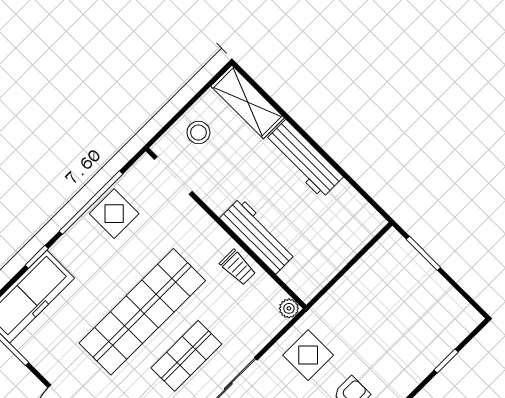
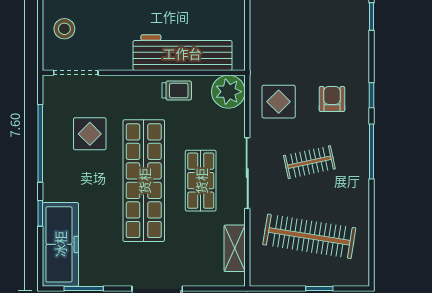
display table: (114, 214) -> (90, 134), moved
workbench: (258, 236) -> (182, 53), width x1.36, depth x1.32
plant: (289, 308) -> (228, 92), width x1.88, depth x1.88

